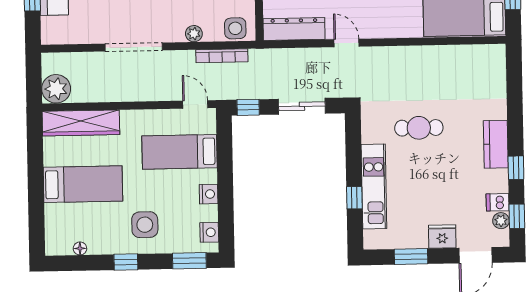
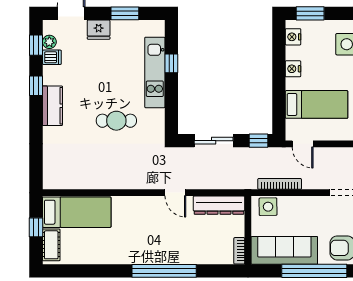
plant: (194, 34) -> (303, 203), removed

